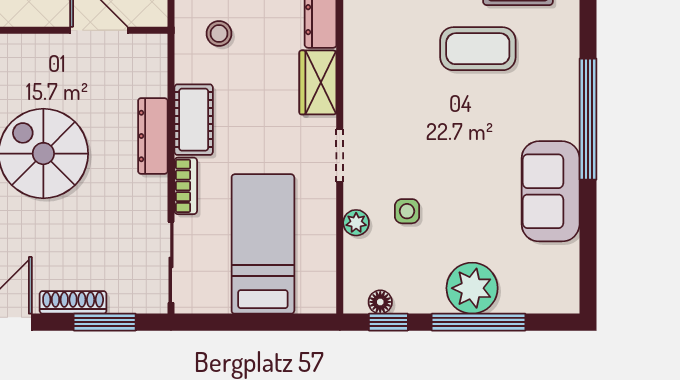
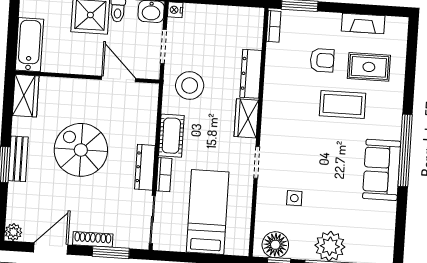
stool: (219, 34) -> (190, 86), width x1.89, depth x1.89
dresser: (153, 136) -> (145, 167), moved
sofa: (551, 191) -> (382, 170), moved
plant: (356, 223) -> (264, 203), removed
floor lamp: (380, 302) -> (275, 245), width x1.89, depth x1.89

